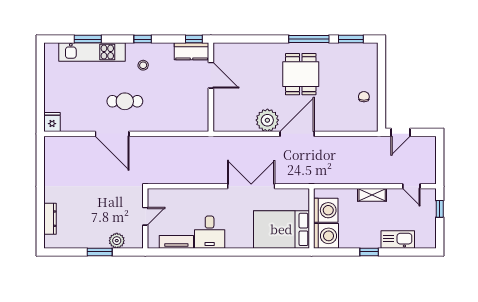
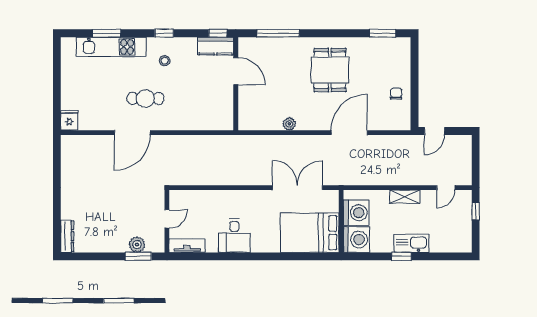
window: (309, 39) -> (278, 33), moved
plant: (267, 120) -> (289, 124), width x0.53, depth x0.53
door: (112, 134) -> (132, 133), hinge flipped
door: (297, 134) -> (349, 133), moved
double door: (251, 186) -> (297, 188), moved
door: (411, 186) -> (446, 188), hinge flipped
dresser: (50, 219) -> (67, 236), moved
kitchen sink: (398, 240) -> (411, 243), moved
tv unit: (176, 242) -> (187, 246), moved
window: (100, 252) -> (138, 256), moved

